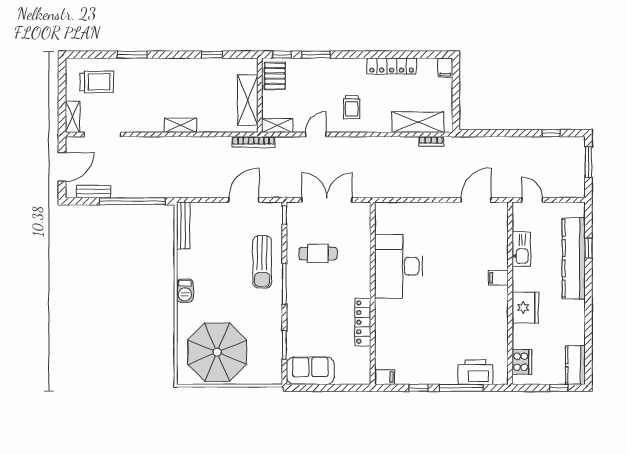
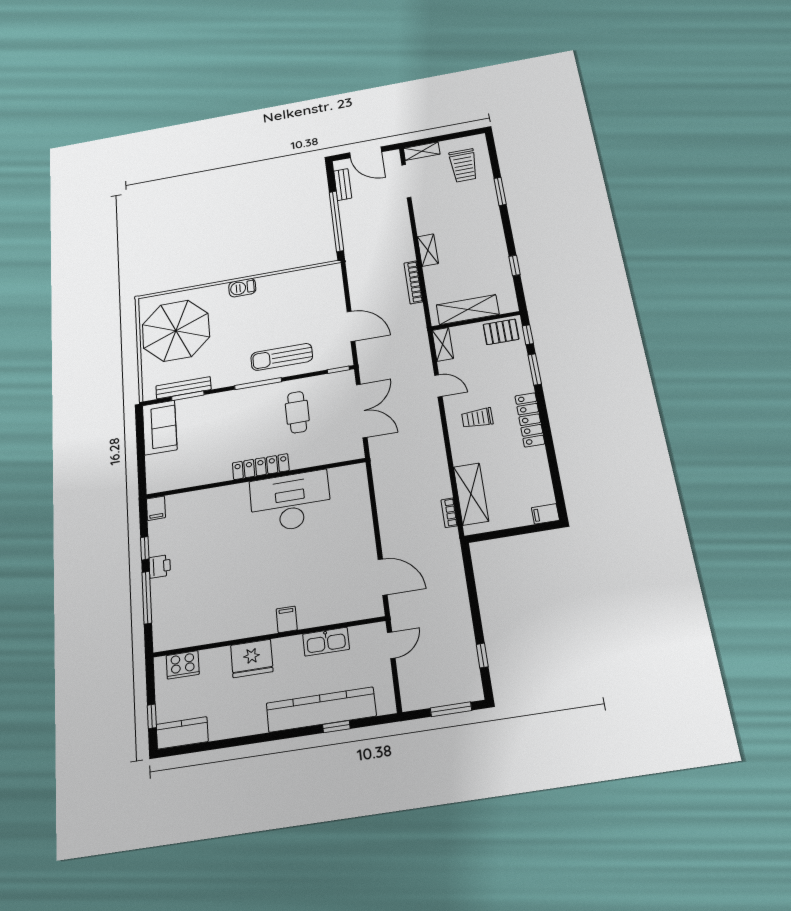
locker: (392, 66) -> (530, 420), moved
bookcase: (254, 142) -> (413, 282), moved
bench: (183, 226) -> (183, 388), moved
locker: (363, 322) -> (261, 467), moved
printer: (475, 372) -> (160, 566), moved, width x0.53, depth x0.68

